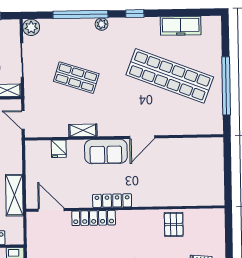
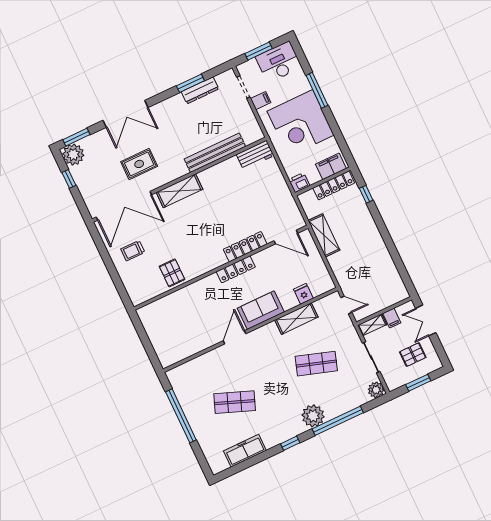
plant: (102, 24) -> (313, 416), width x1.88, depth x1.88
shop shelf: (170, 76) -> (235, 402), width x0.50, depth x0.74
shelving: (83, 130) -> (296, 319), width x1.50, depth x1.33

